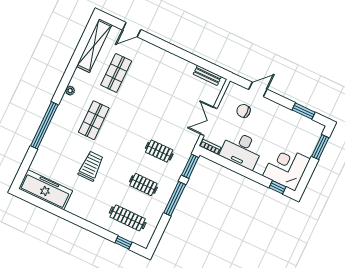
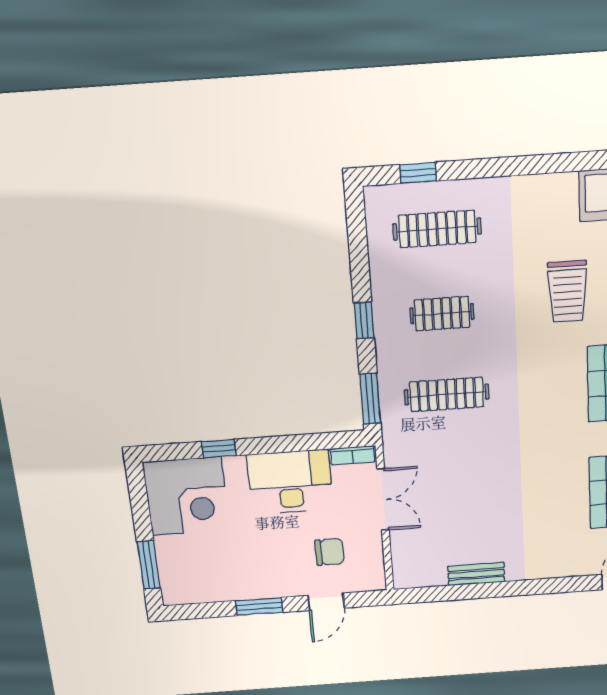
bench: (207, 75) -> (476, 574), moved
window: (304, 111) -> (259, 606), moved
clothes rail: (159, 151) -> (447, 394), width x1.36
window: (277, 187) -> (219, 449), moved
window: (175, 199) -> (364, 320), width x0.46

